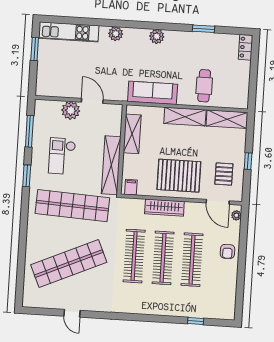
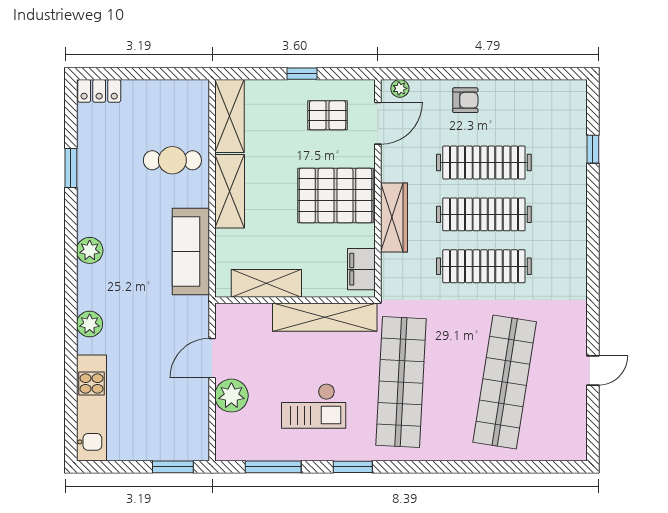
window: (35, 49) -> (173, 467), moved
pallet: (179, 176) -> (335, 195), turned 90
filing cabinet: (131, 187) -> (361, 269), width x2.00
shop shelf: (69, 264) -> (505, 382), turned 33

